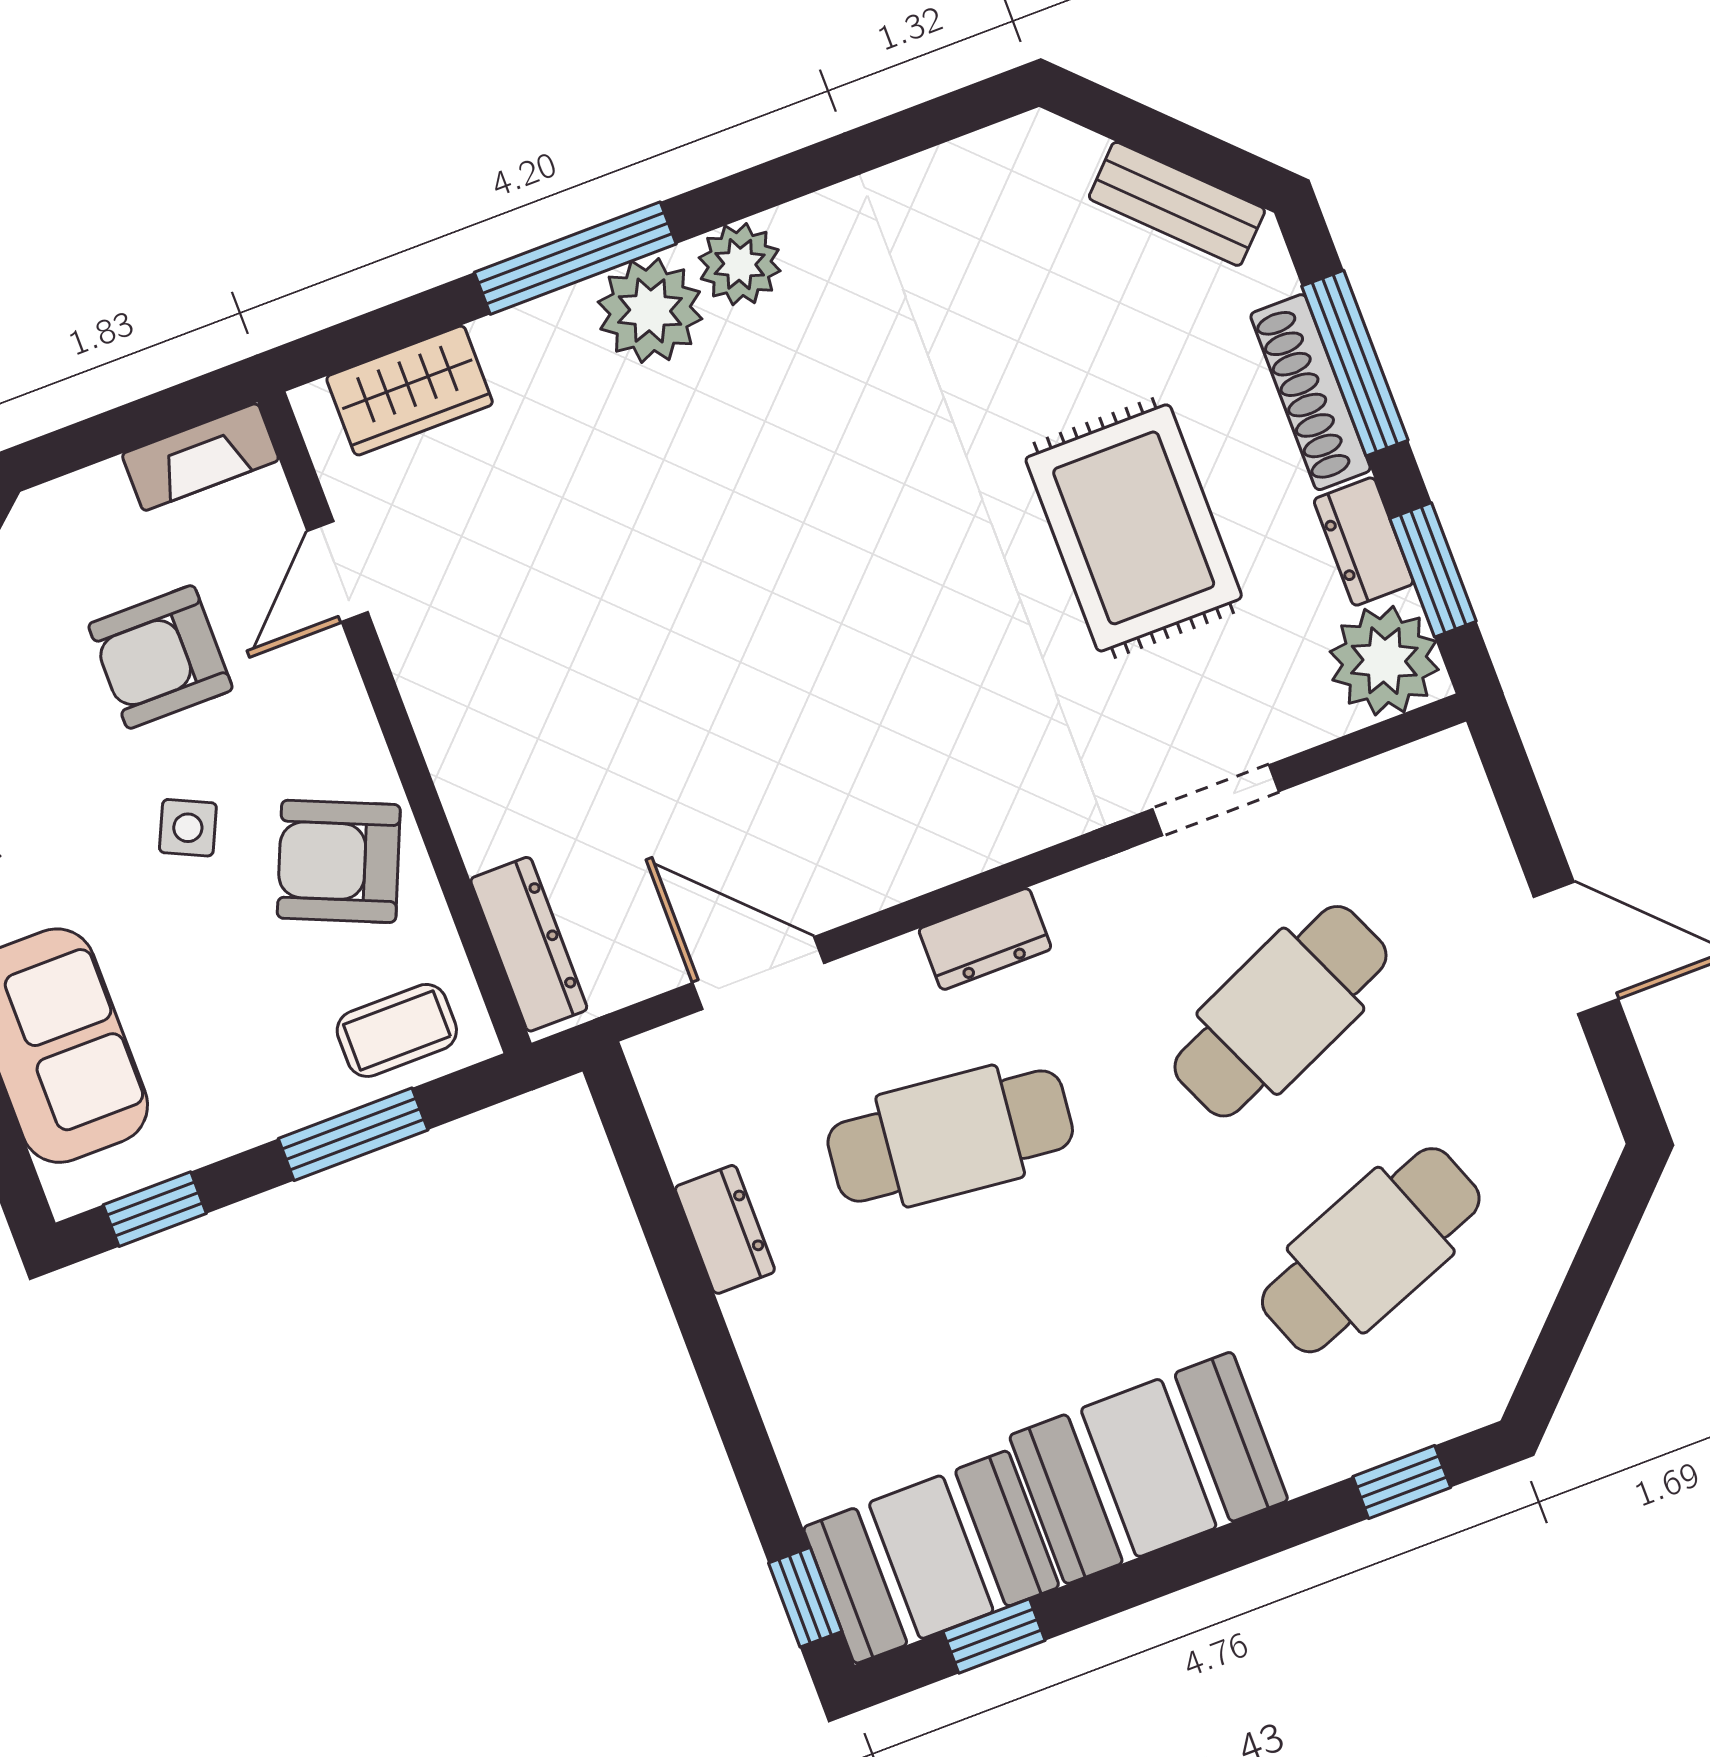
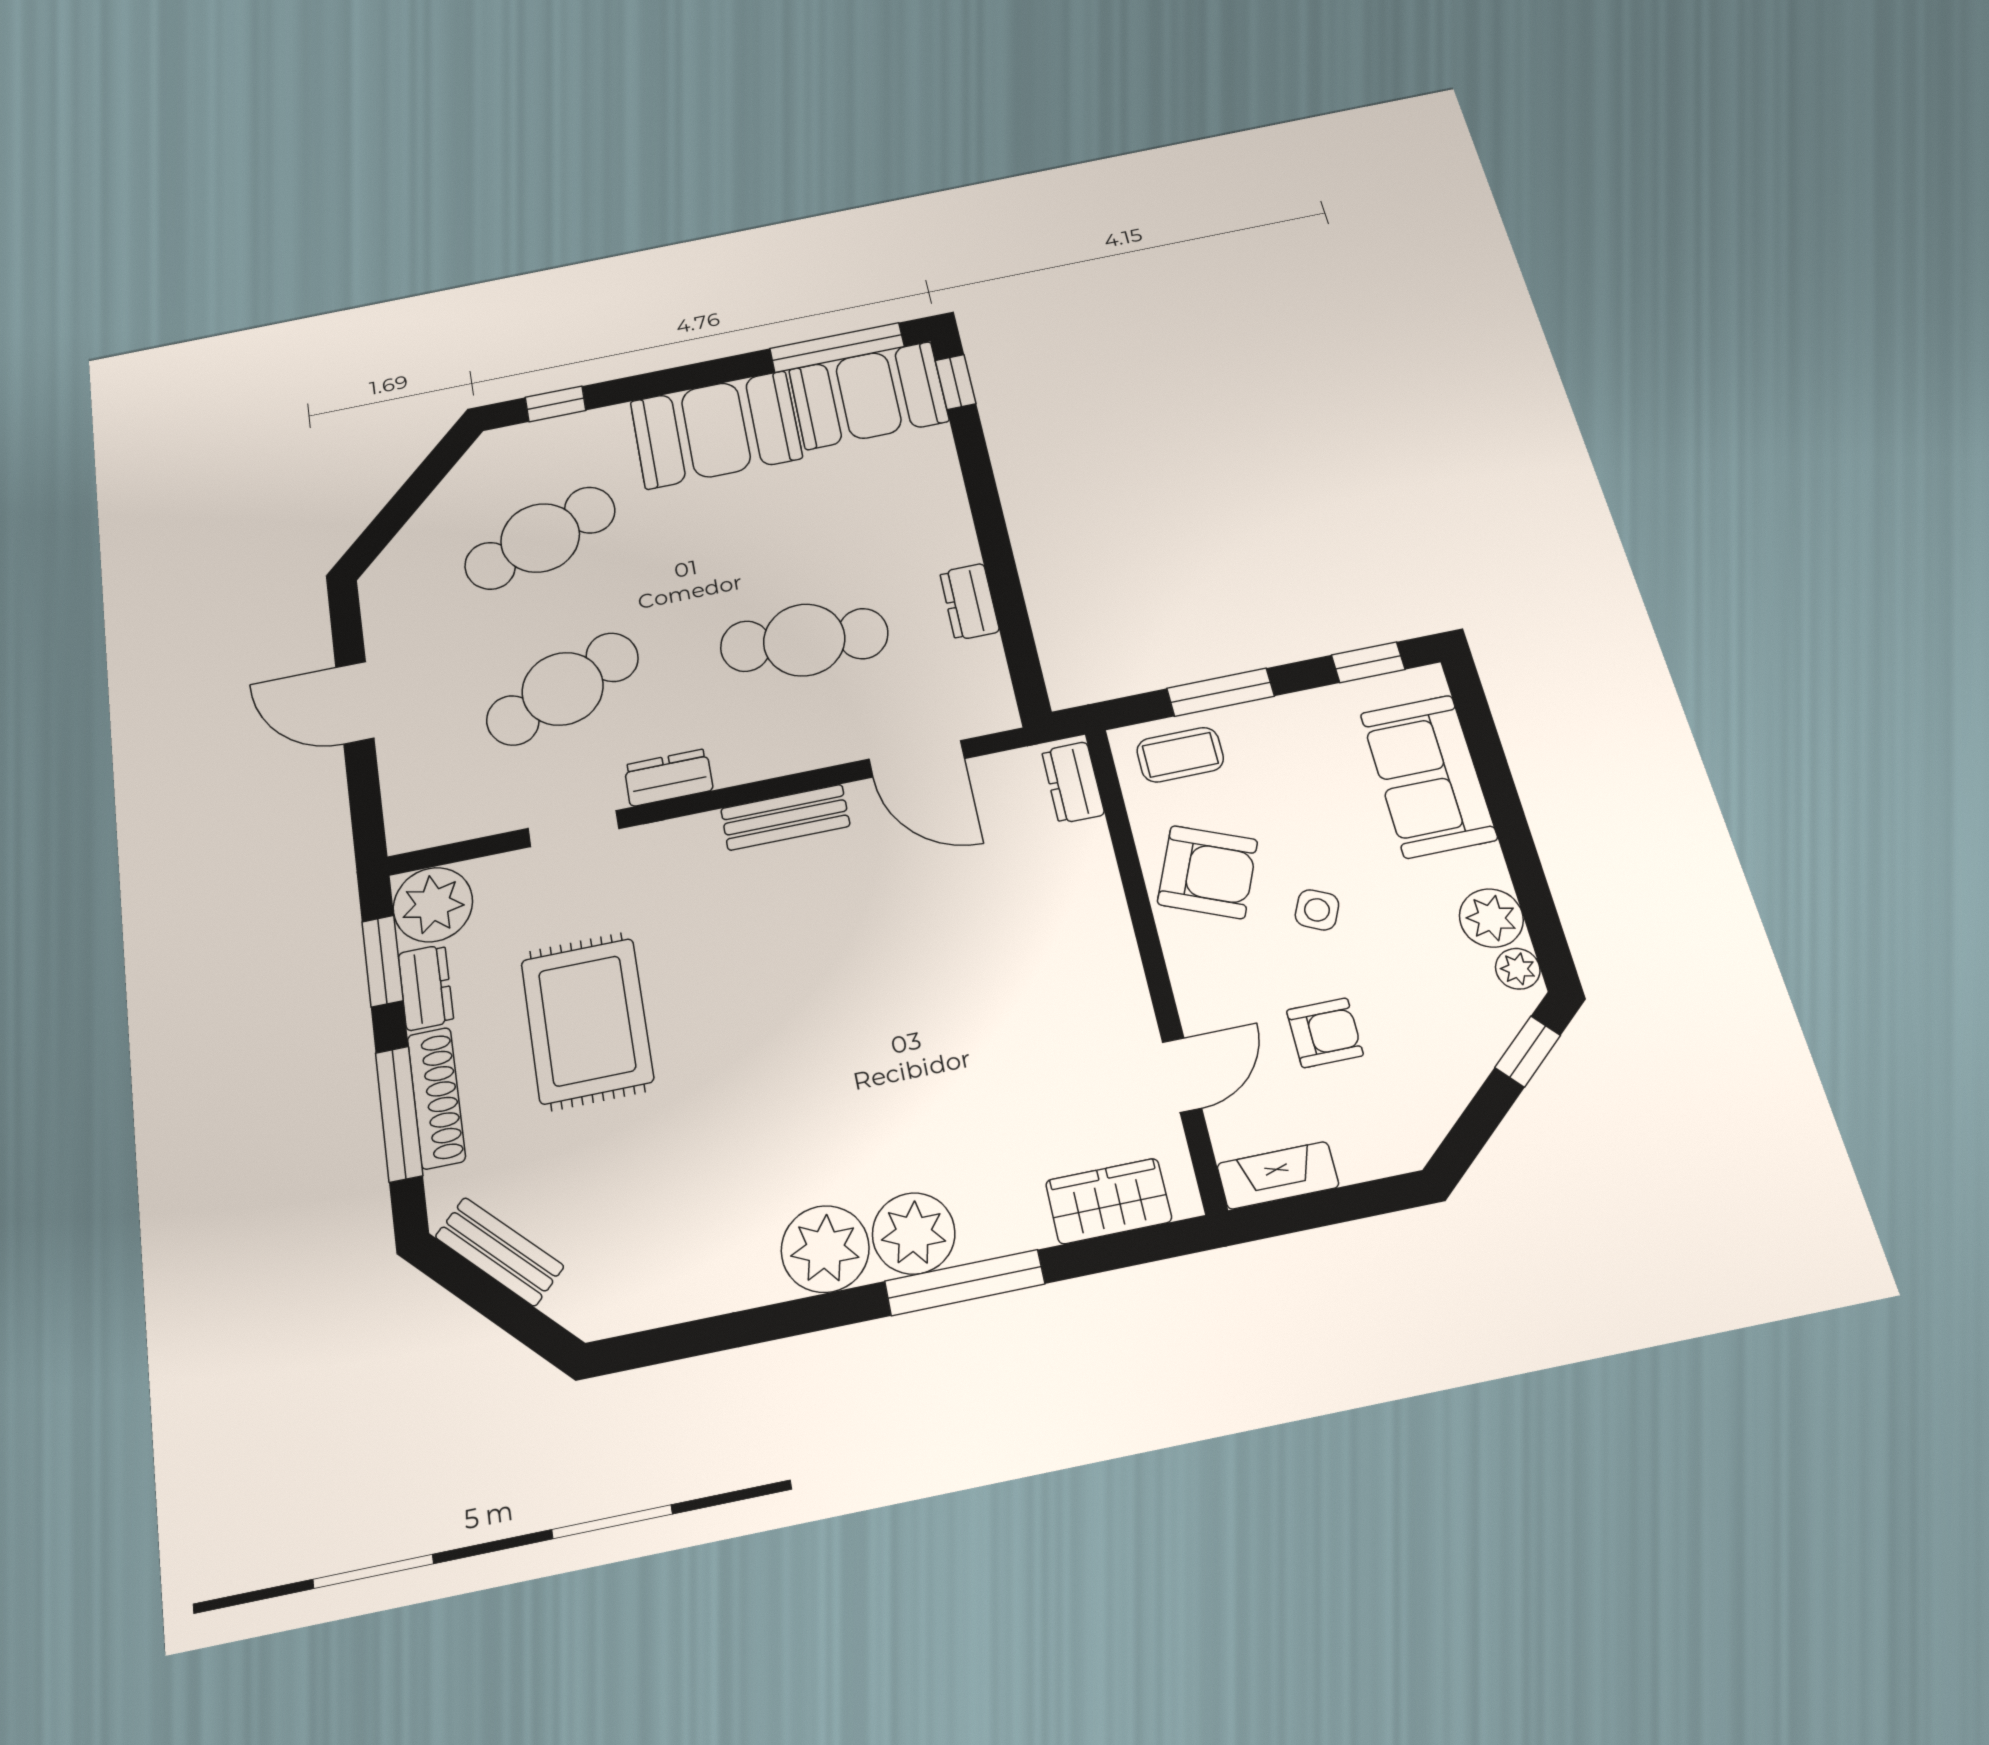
plant: (740, 264) -> (825, 1249), width x1.36, depth x1.36
armchair: (160, 657) -> (1325, 1033), width x0.72, depth x0.72
bench: (925, 859) -> (785, 817), added
dresser: (985, 939) -> (668, 778), moved
dresser: (529, 944) -> (1073, 783), width x0.70
window: (994, 1636) -> (837, 348), width x2.17

